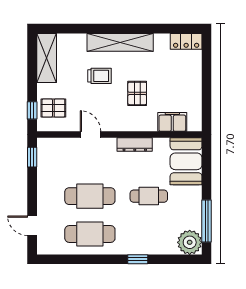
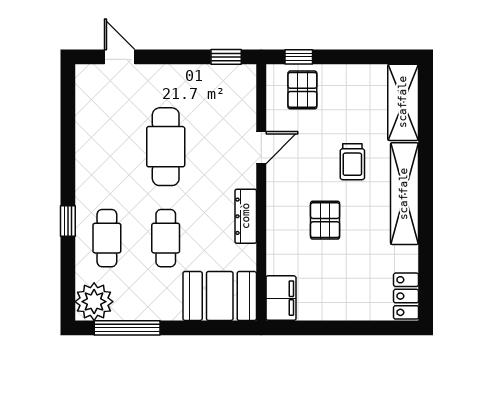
shelving: (47, 58) -> (403, 102), moved, turned 90
pallet: (137, 93) -> (325, 220), turned 90
filing cabinet: (172, 122) -> (281, 298), moved
door: (32, 226) -> (120, 57), hinge flipped
cafe table: (90, 234) -> (107, 238), moved, width x0.73, depth x0.74

